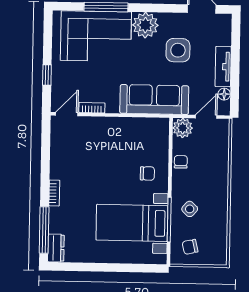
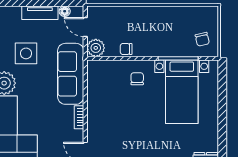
bookcase: (92, 108) -> (79, 117), moved
side table: (190, 209) -> (168, 40), removed

